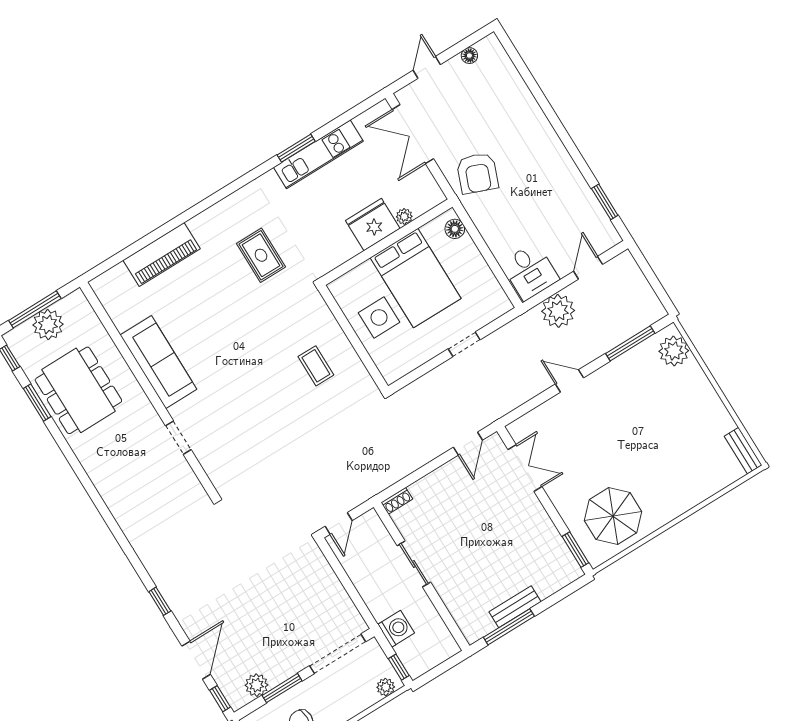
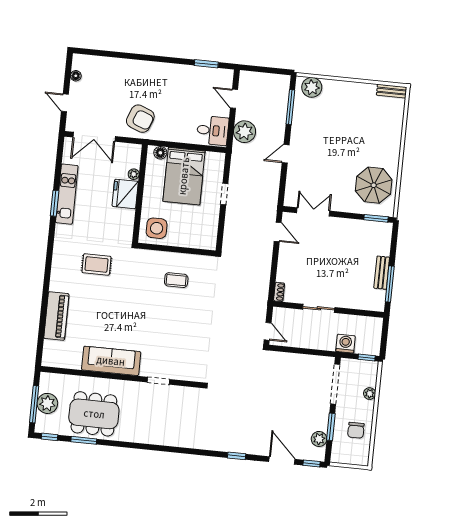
bed: (416, 278) -> (184, 176), moved, turned 90
side table: (379, 317) -> (157, 228), moved
plant: (386, 687) -> (370, 394), moved

